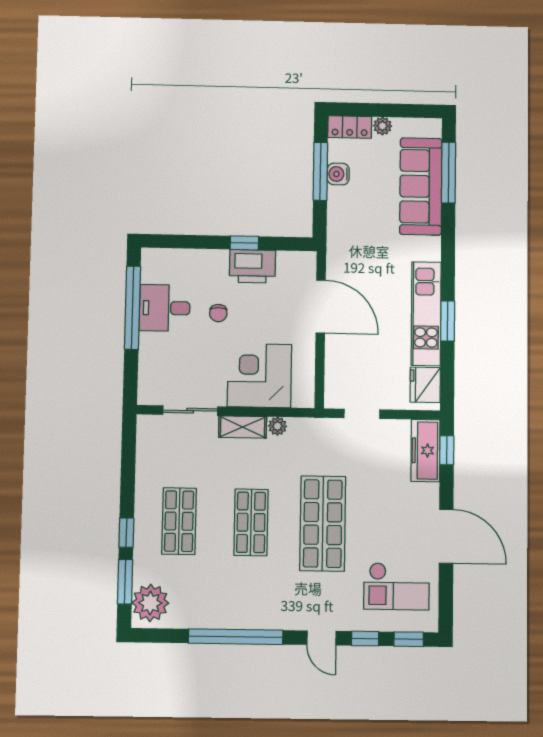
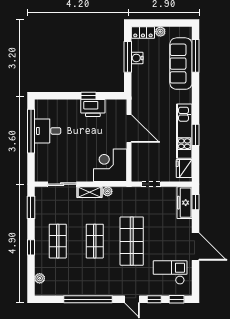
chair: (218, 313) -> (76, 133), removed
corner desk: (259, 376) -> (110, 165), moved
window: (125, 582) -> (31, 207), moved
checkout: (397, 586) -> (170, 272), turned 180
plant: (150, 603) -> (40, 278), width x0.53, depth x0.53

